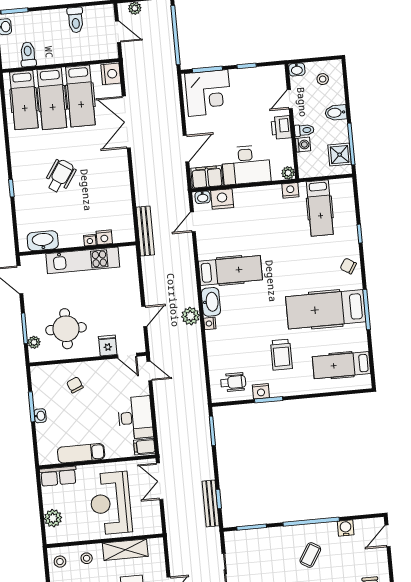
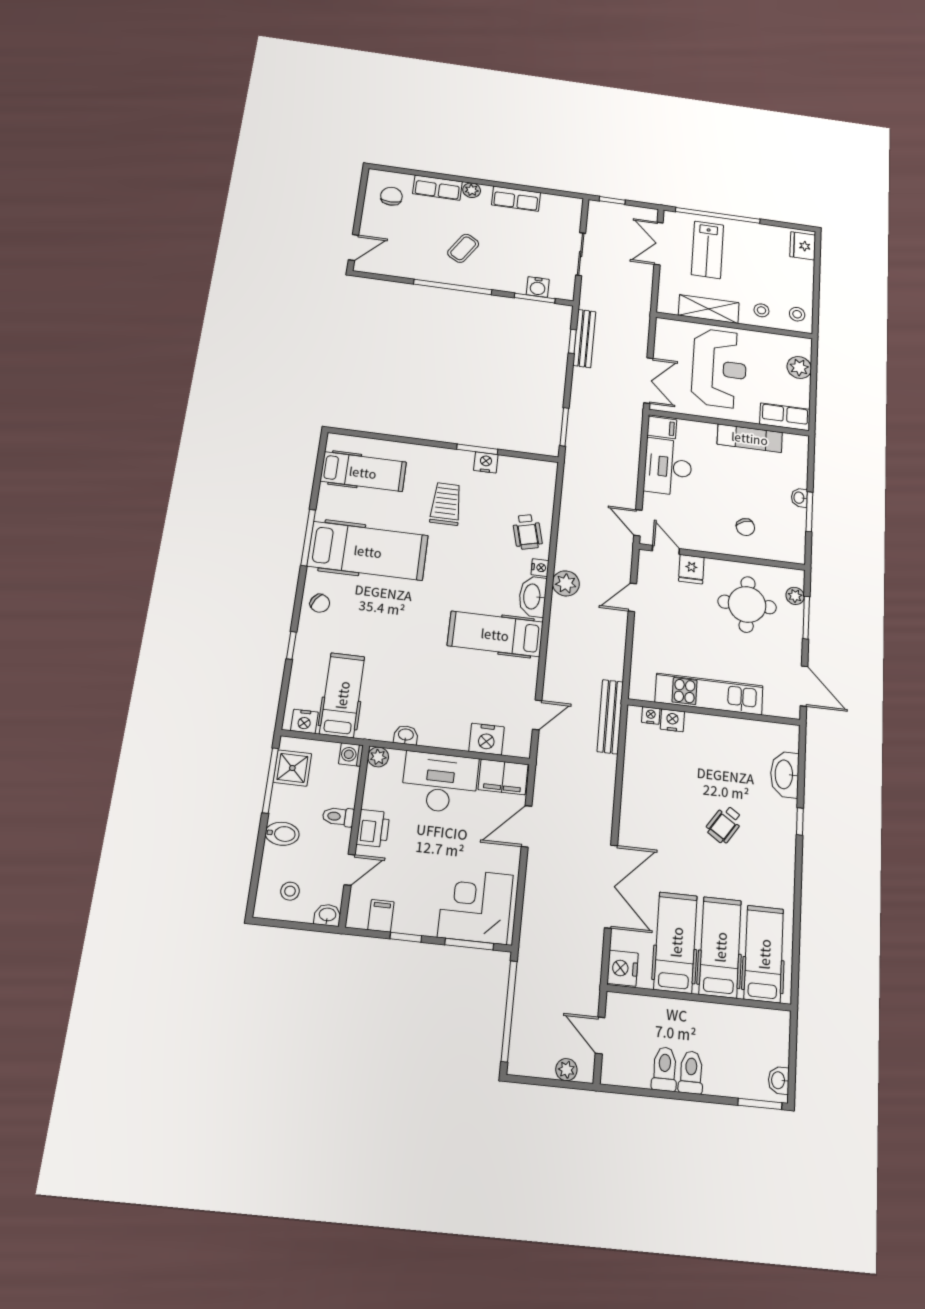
toilet: (28, 54) -> (691, 1072), moved, turned 180
filing cabinet: (265, 75) -> (381, 916), added
washing machine: (303, 145) -> (351, 755), moved
wheelchair: (60, 176) -> (724, 824), width x0.73, depth x0.73
nightstand: (290, 190) -> (304, 721), moved
washbasin: (203, 197) -> (406, 735), moved
nightstand: (90, 240) -> (651, 715), moved
washbasin: (43, 241) -> (785, 774), moved, turned 90
wheelchair: (233, 382) -> (527, 532), moved, turned -104
water cooler: (346, 528) -> (538, 287), moved

